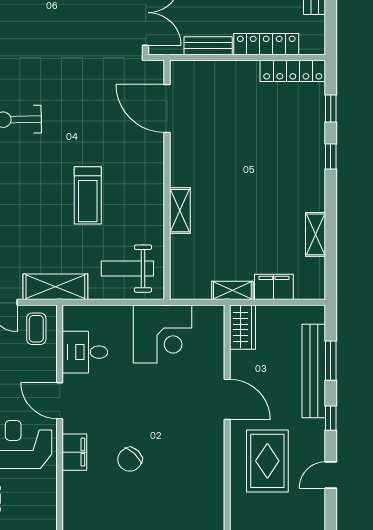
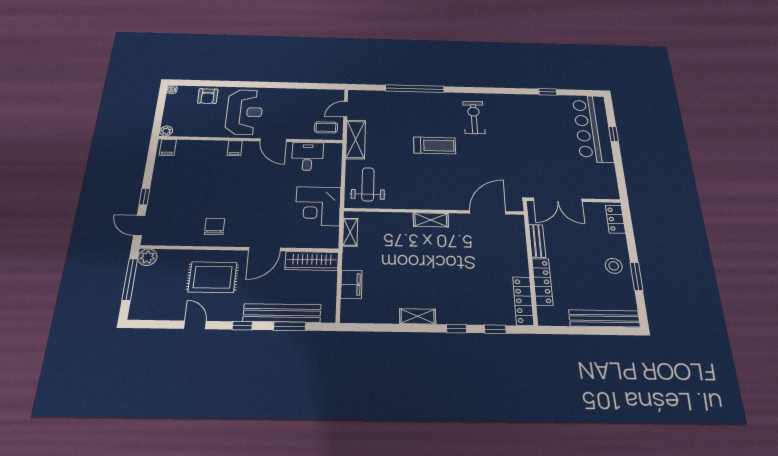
treadmill: (88, 195) -> (435, 145), moved, turned 180
shelving: (180, 211) -> (431, 220), moved
shelving: (316, 234) -> (418, 316), moved
shelving: (232, 290) -> (350, 232), moved
wardrobe: (243, 327) -> (312, 261), width x1.50
door: (60, 401) -> (273, 140), swing flipped
filing cabinet: (74, 452) -> (235, 148), width x0.50
chair: (130, 459) -> (215, 226), moved, turned 47

